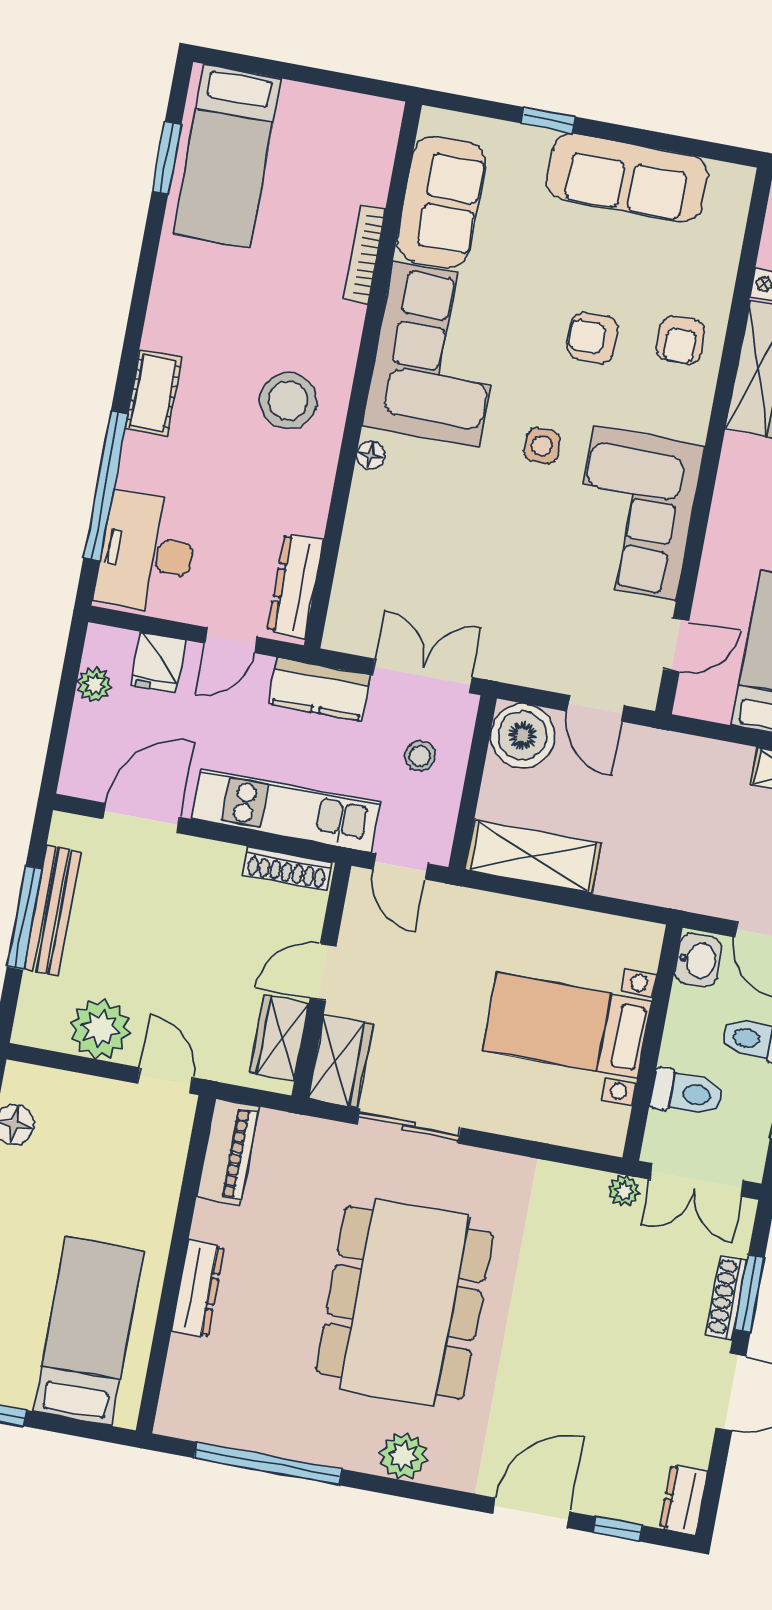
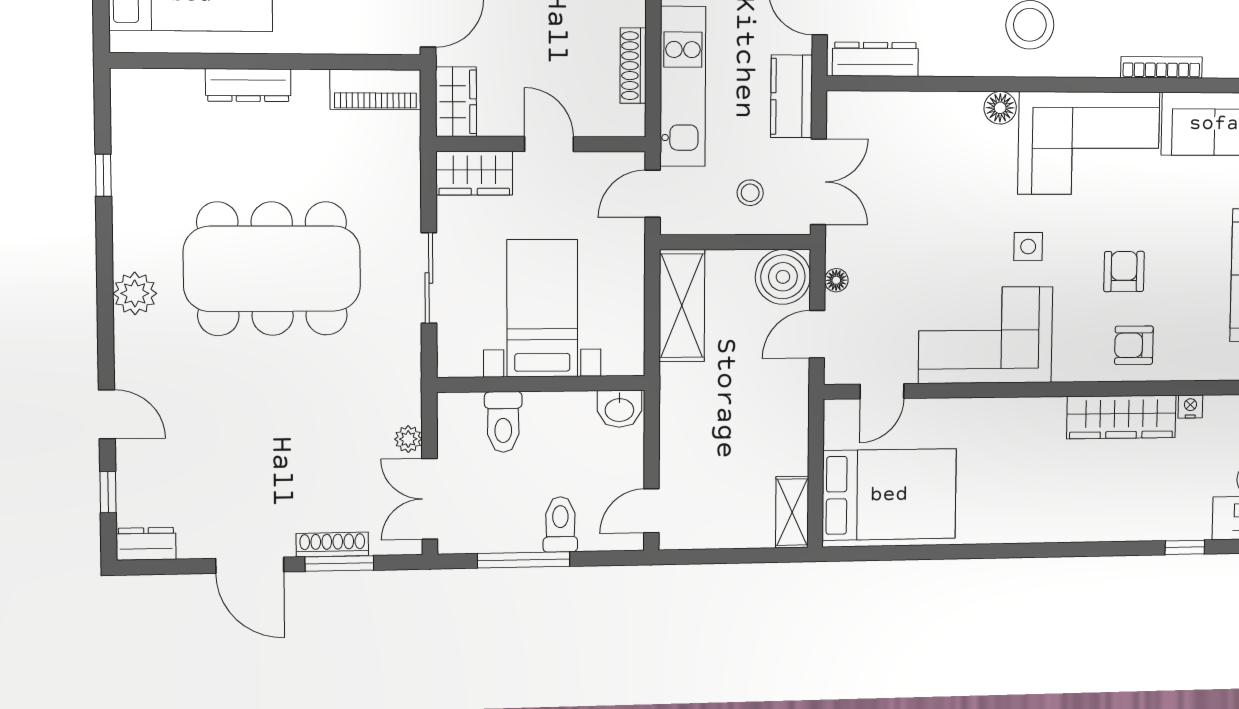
floor lamp: (370, 455) -> (1000, 108), width x1.37, depth x1.37
door: (676, 645) -> (882, 391), hinge flipped
floor lamp: (538, 675) -> (836, 280), added
shoe rack: (287, 869) -> (633, 66), moved
washbasin: (698, 960) -> (619, 409), moved
bed with nightstands: (567, 1026) -> (542, 308), moved
wardrobe: (279, 1038) -> (456, 102), moved, turned 90
wall: (652, 1043) -> (541, 384), moved
toilet: (687, 1093) -> (503, 422), moved
sliding door: (409, 1126) -> (429, 278), moved
window: (268, 1463) -> (103, 175), width x0.32
door: (531, 1513) -> (107, 414), width x0.73

